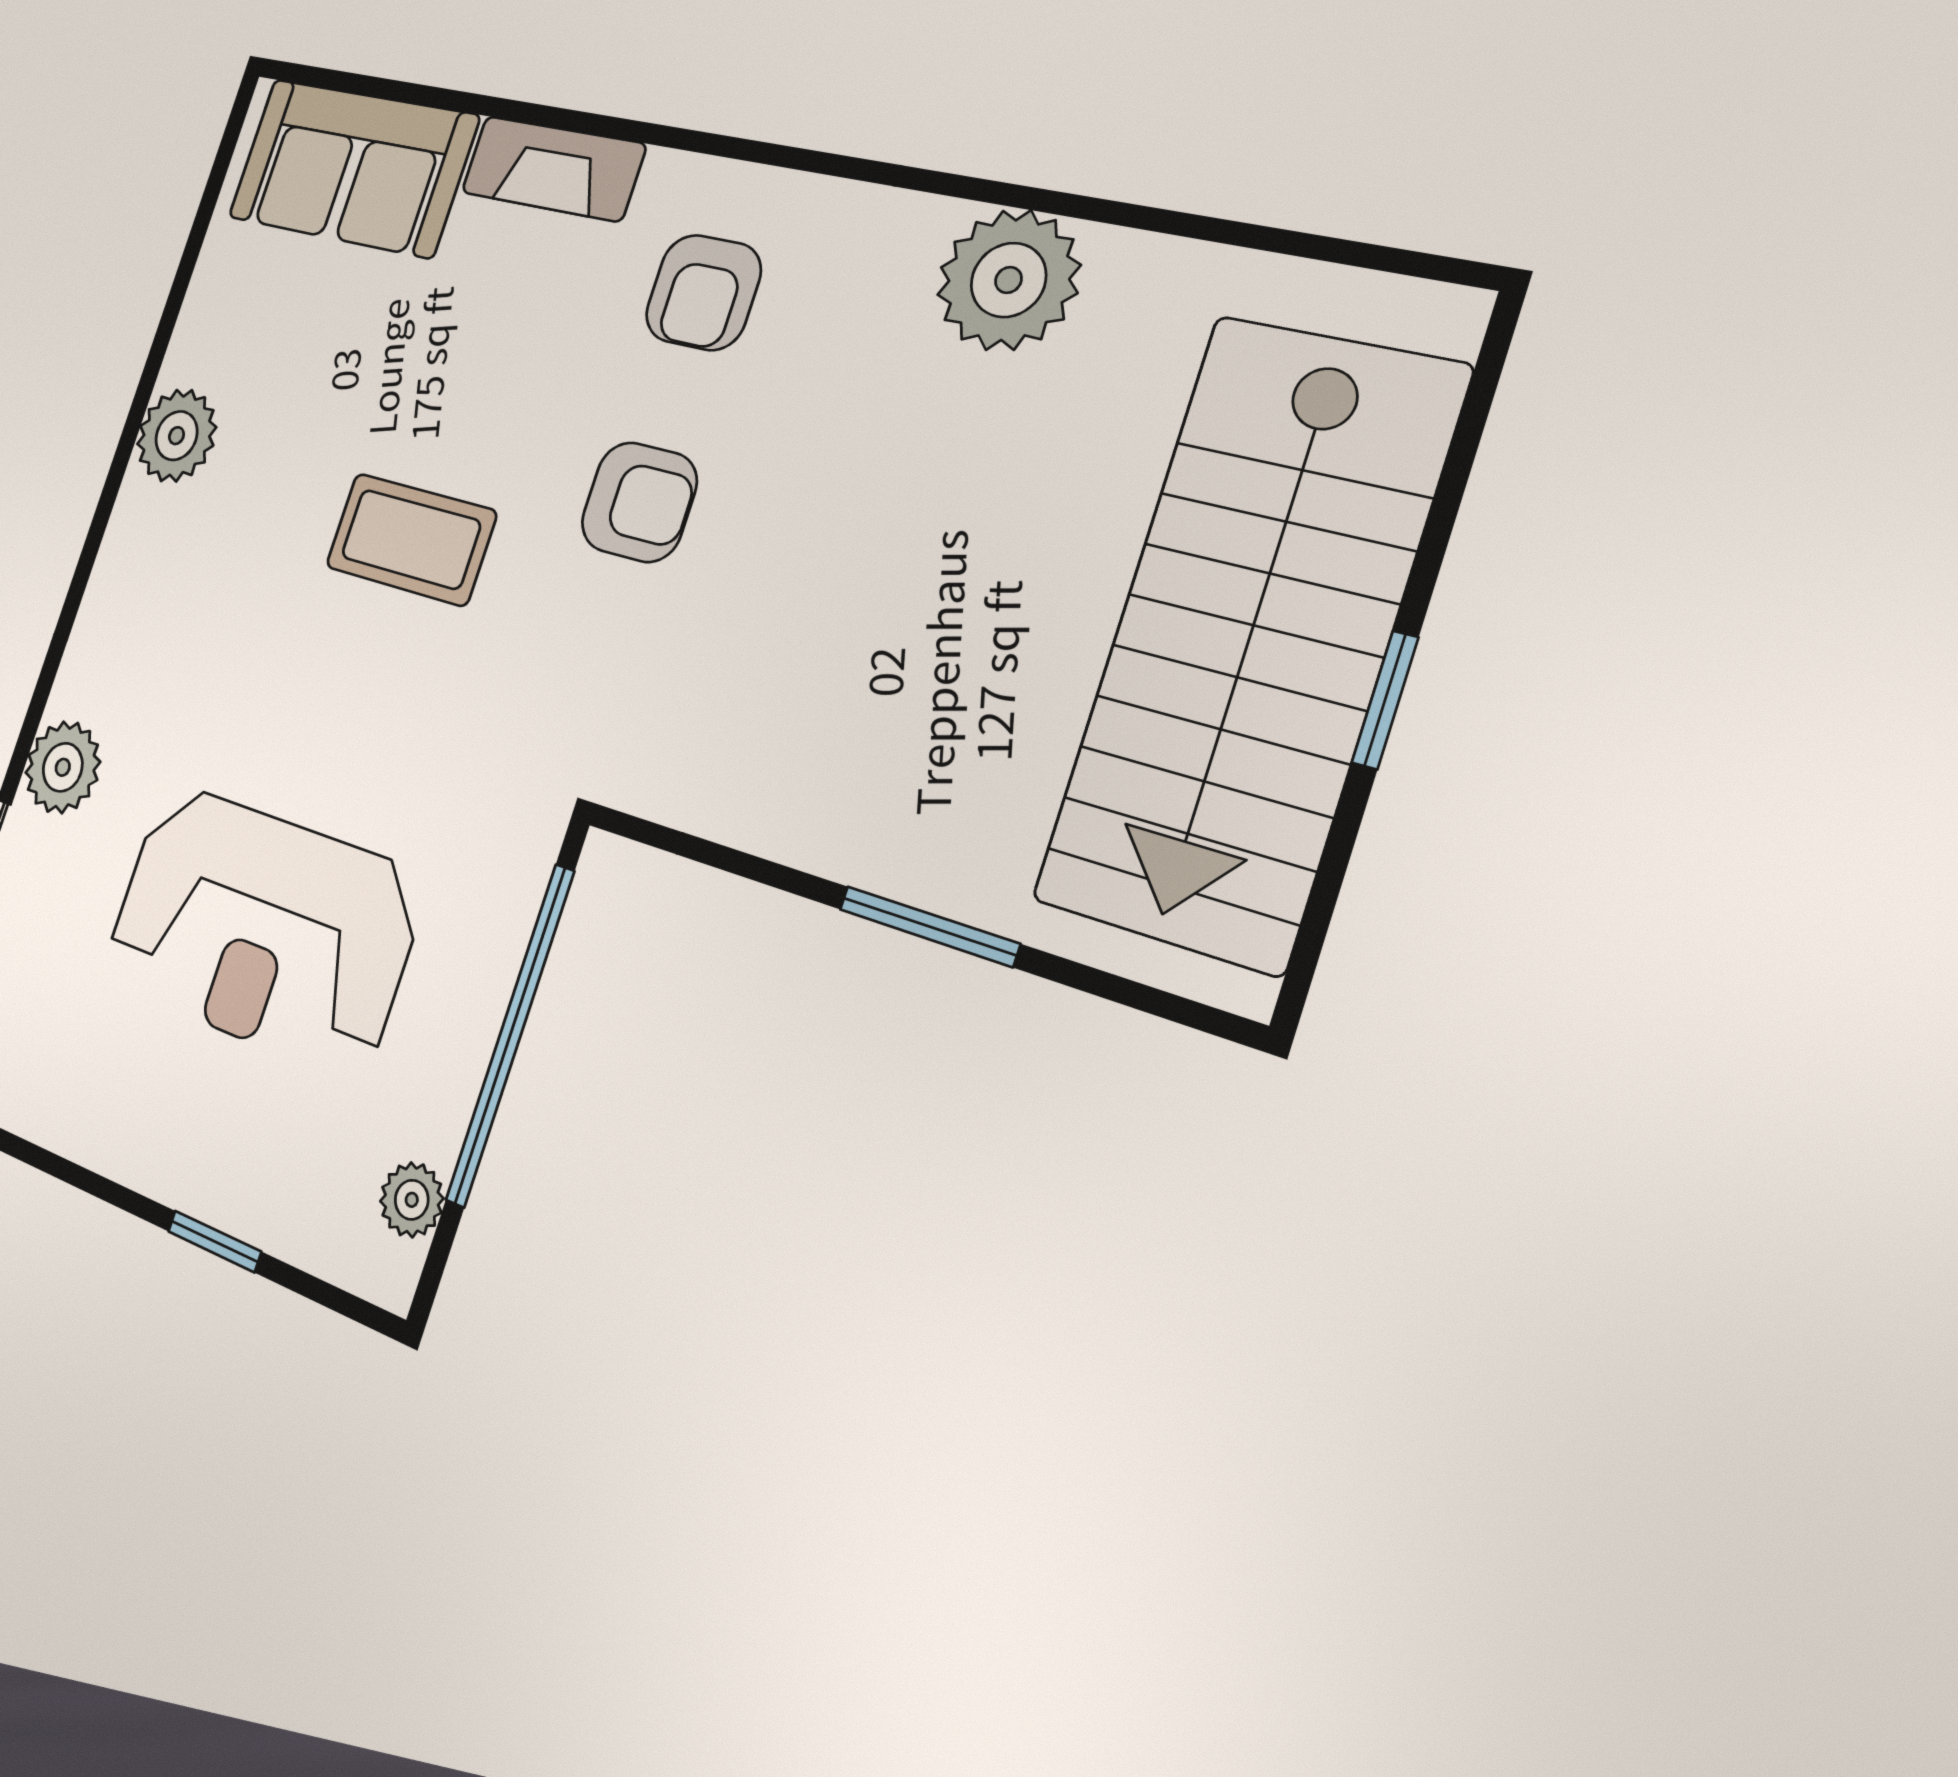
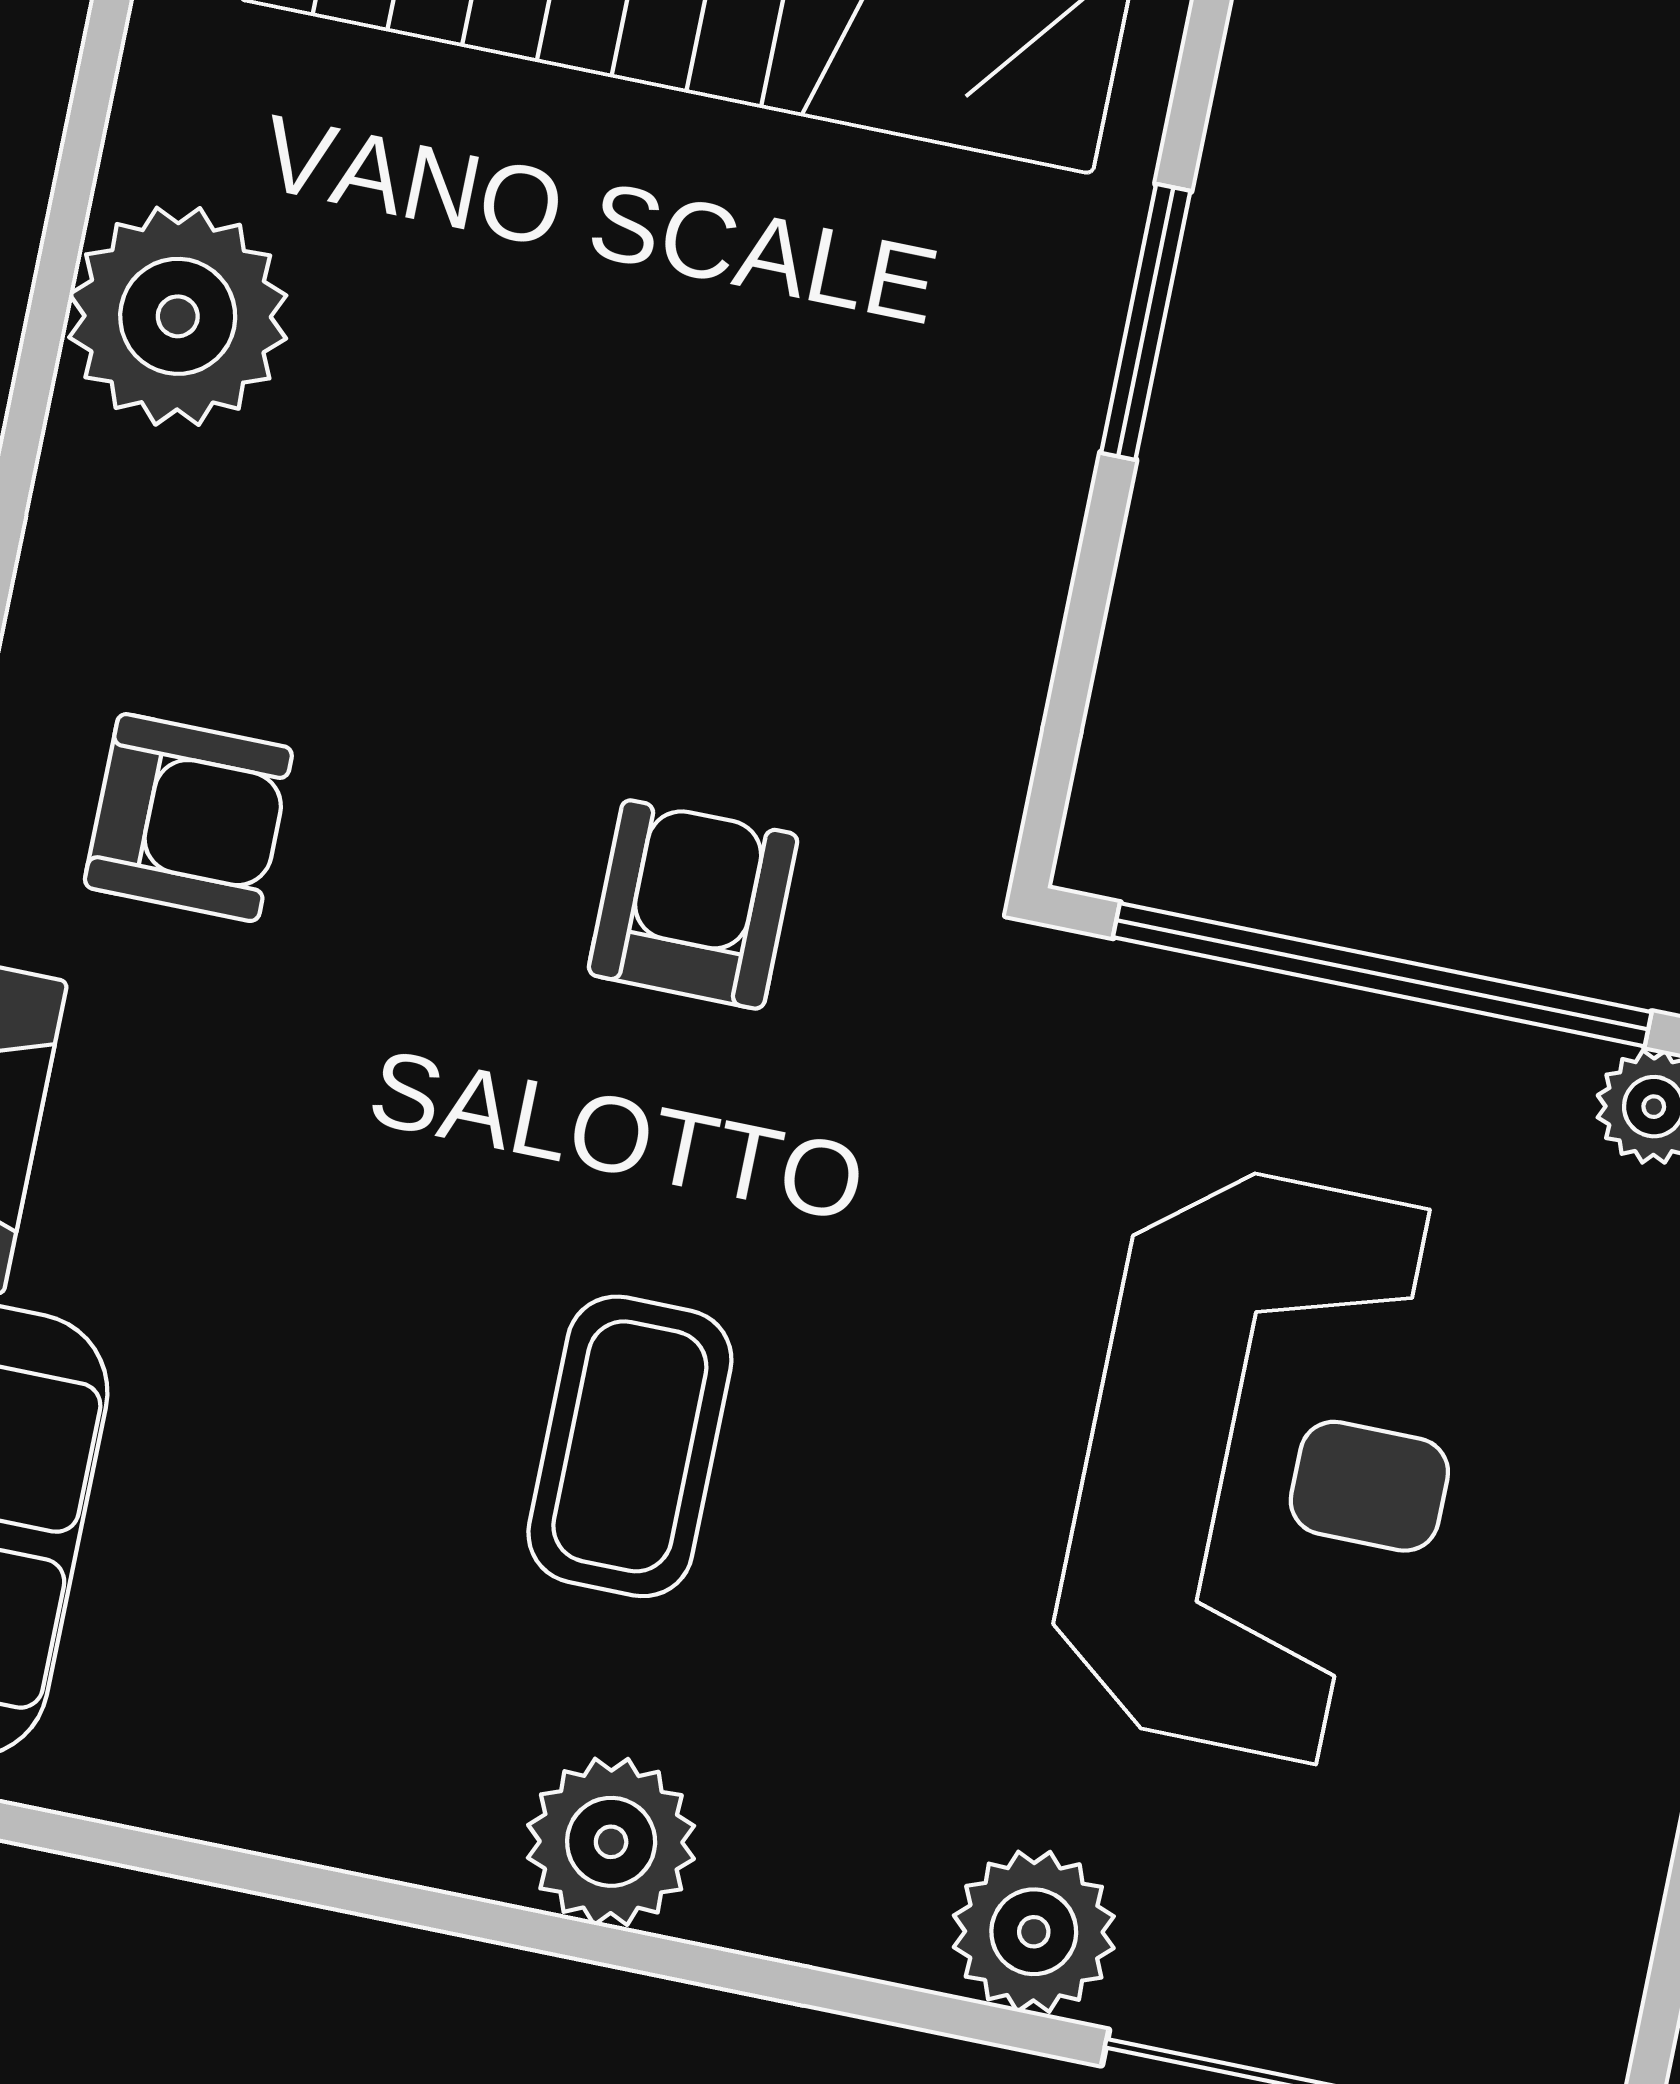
plant: (177, 436) -> (611, 1842), moved
armchair: (639, 502) -> (693, 904), moved
coffee table: (411, 539) -> (630, 1446), moved

